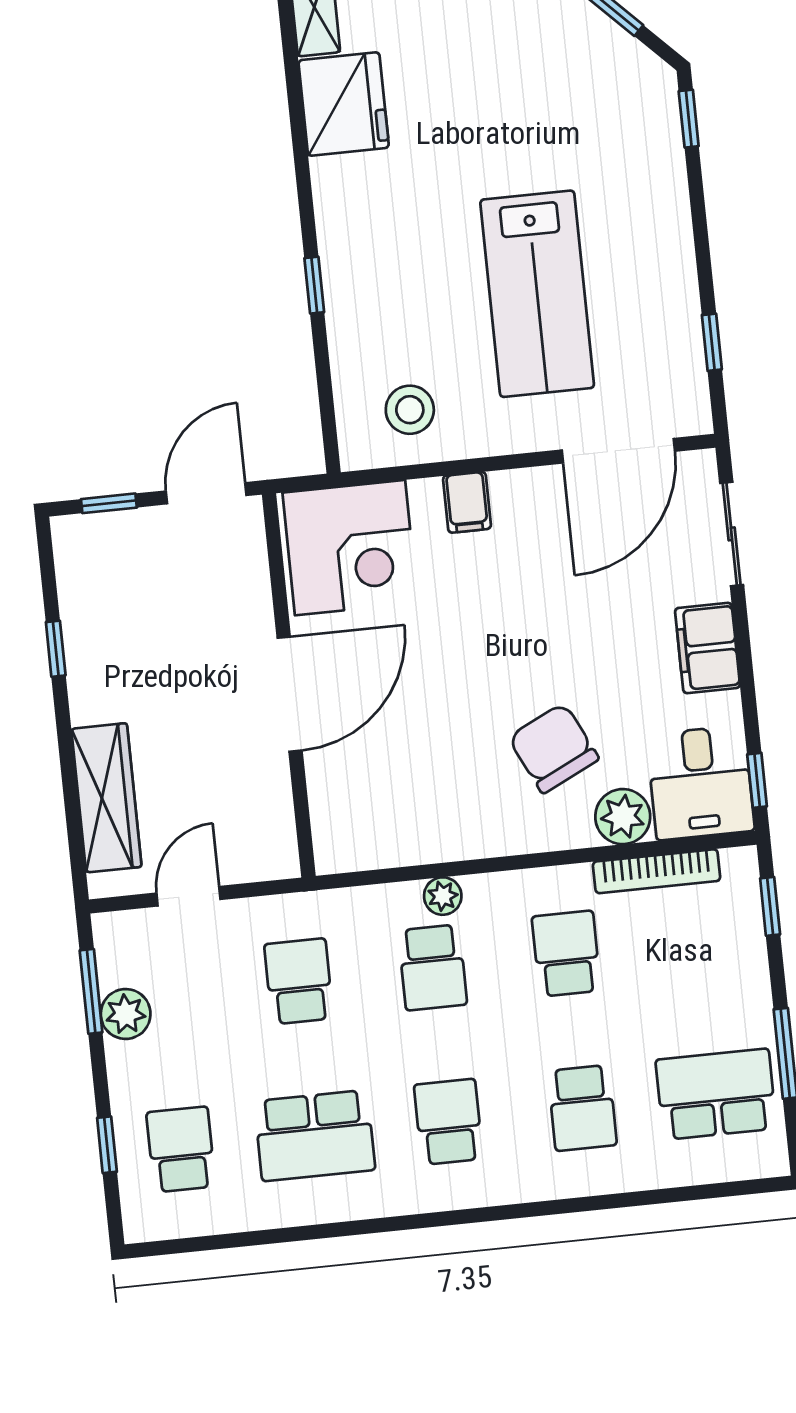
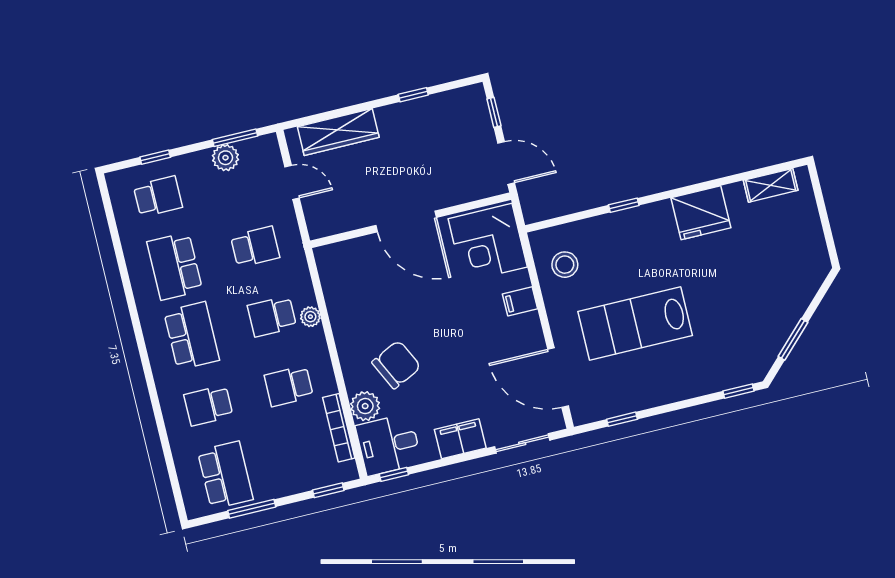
fridge: (344, 104) -> (701, 213), moved
school desk: (566, 954) -> (289, 386), turned 180
school desk: (448, 1122) -> (192, 336), width x1.85

